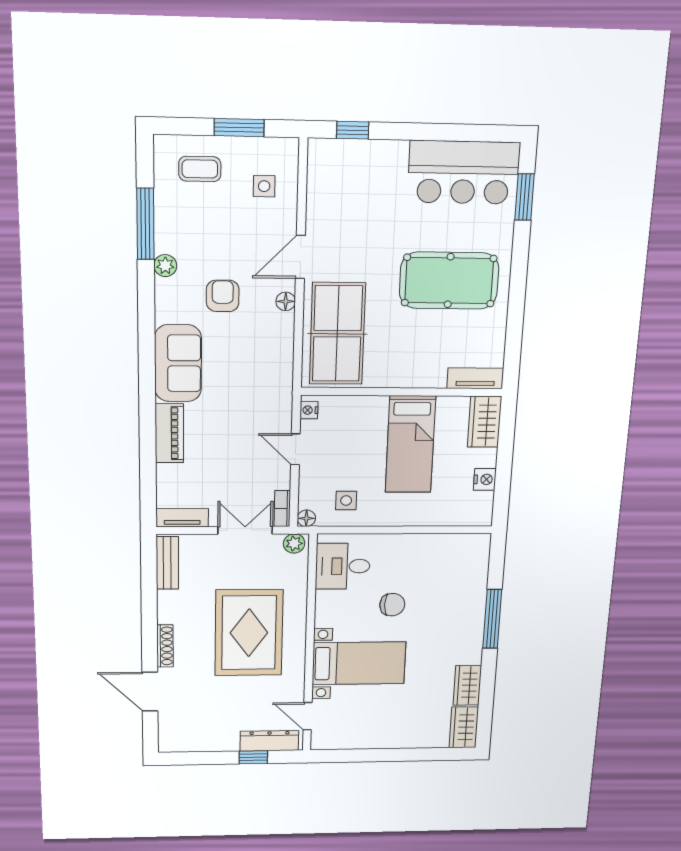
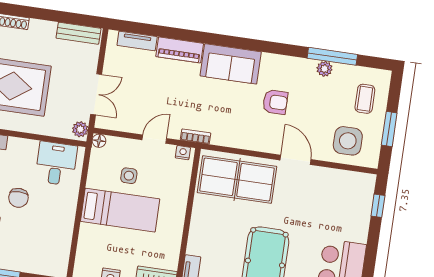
side table: (264, 186) -> (348, 141), width x1.87, depth x1.87
plant: (165, 266) -> (324, 69), moved
floor lamp: (286, 301) -> (265, 146), removed
bed: (410, 444) -> (120, 210), moved, turned 180
side table: (346, 501) -> (129, 176), moved
bookcase: (282, 509) -> (196, 137), moved
tv unit: (182, 518) -> (137, 41), moved, turned 90

